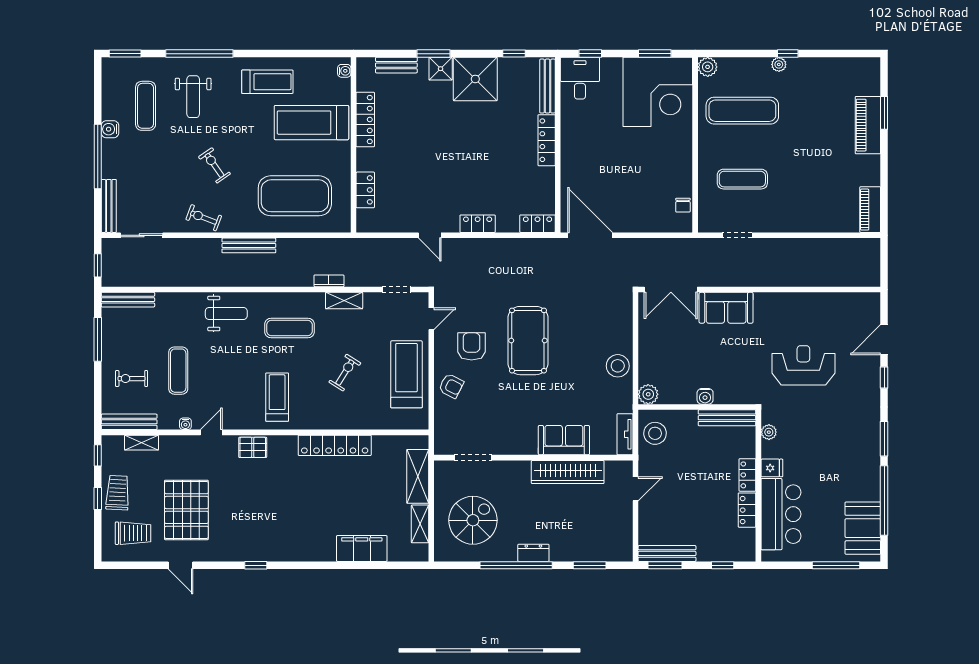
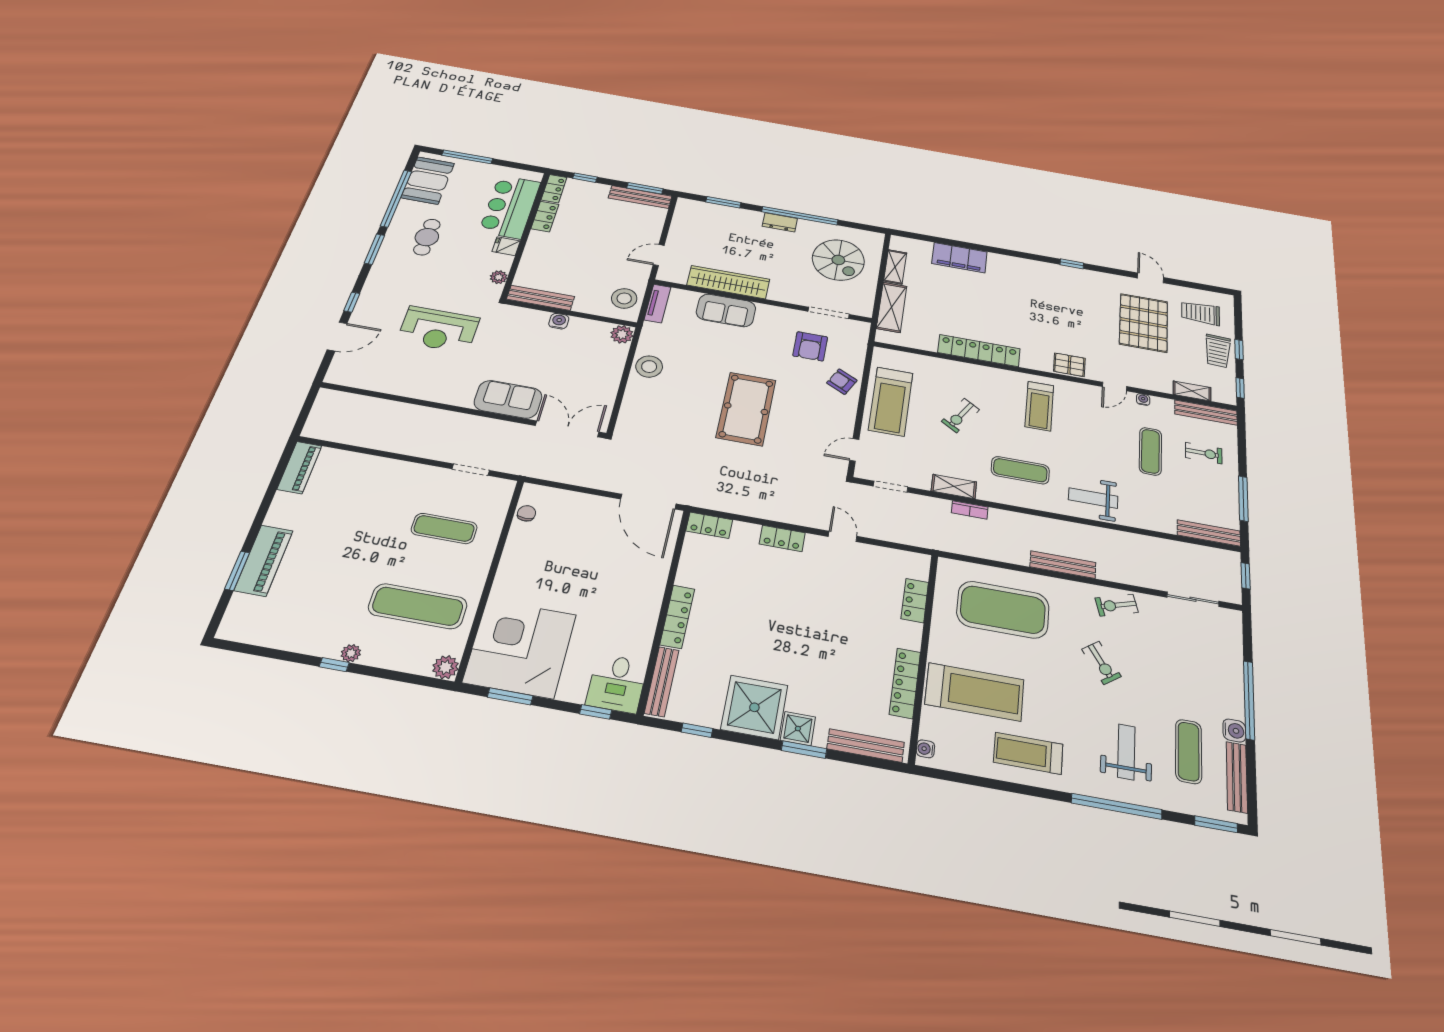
bench: (396, 65) -> (866, 746), width x1.36
bench: (109, 206) -> (1237, 777), moved
exercise bike: (204, 218) -> (1117, 605), turned 142
armchair: (472, 346) -> (810, 346), moved
cafe table: (843, 462) -> (427, 237), added
locker: (747, 475) -> (554, 189), moved
spiral stairs: (473, 520) -> (838, 260), turned -90

